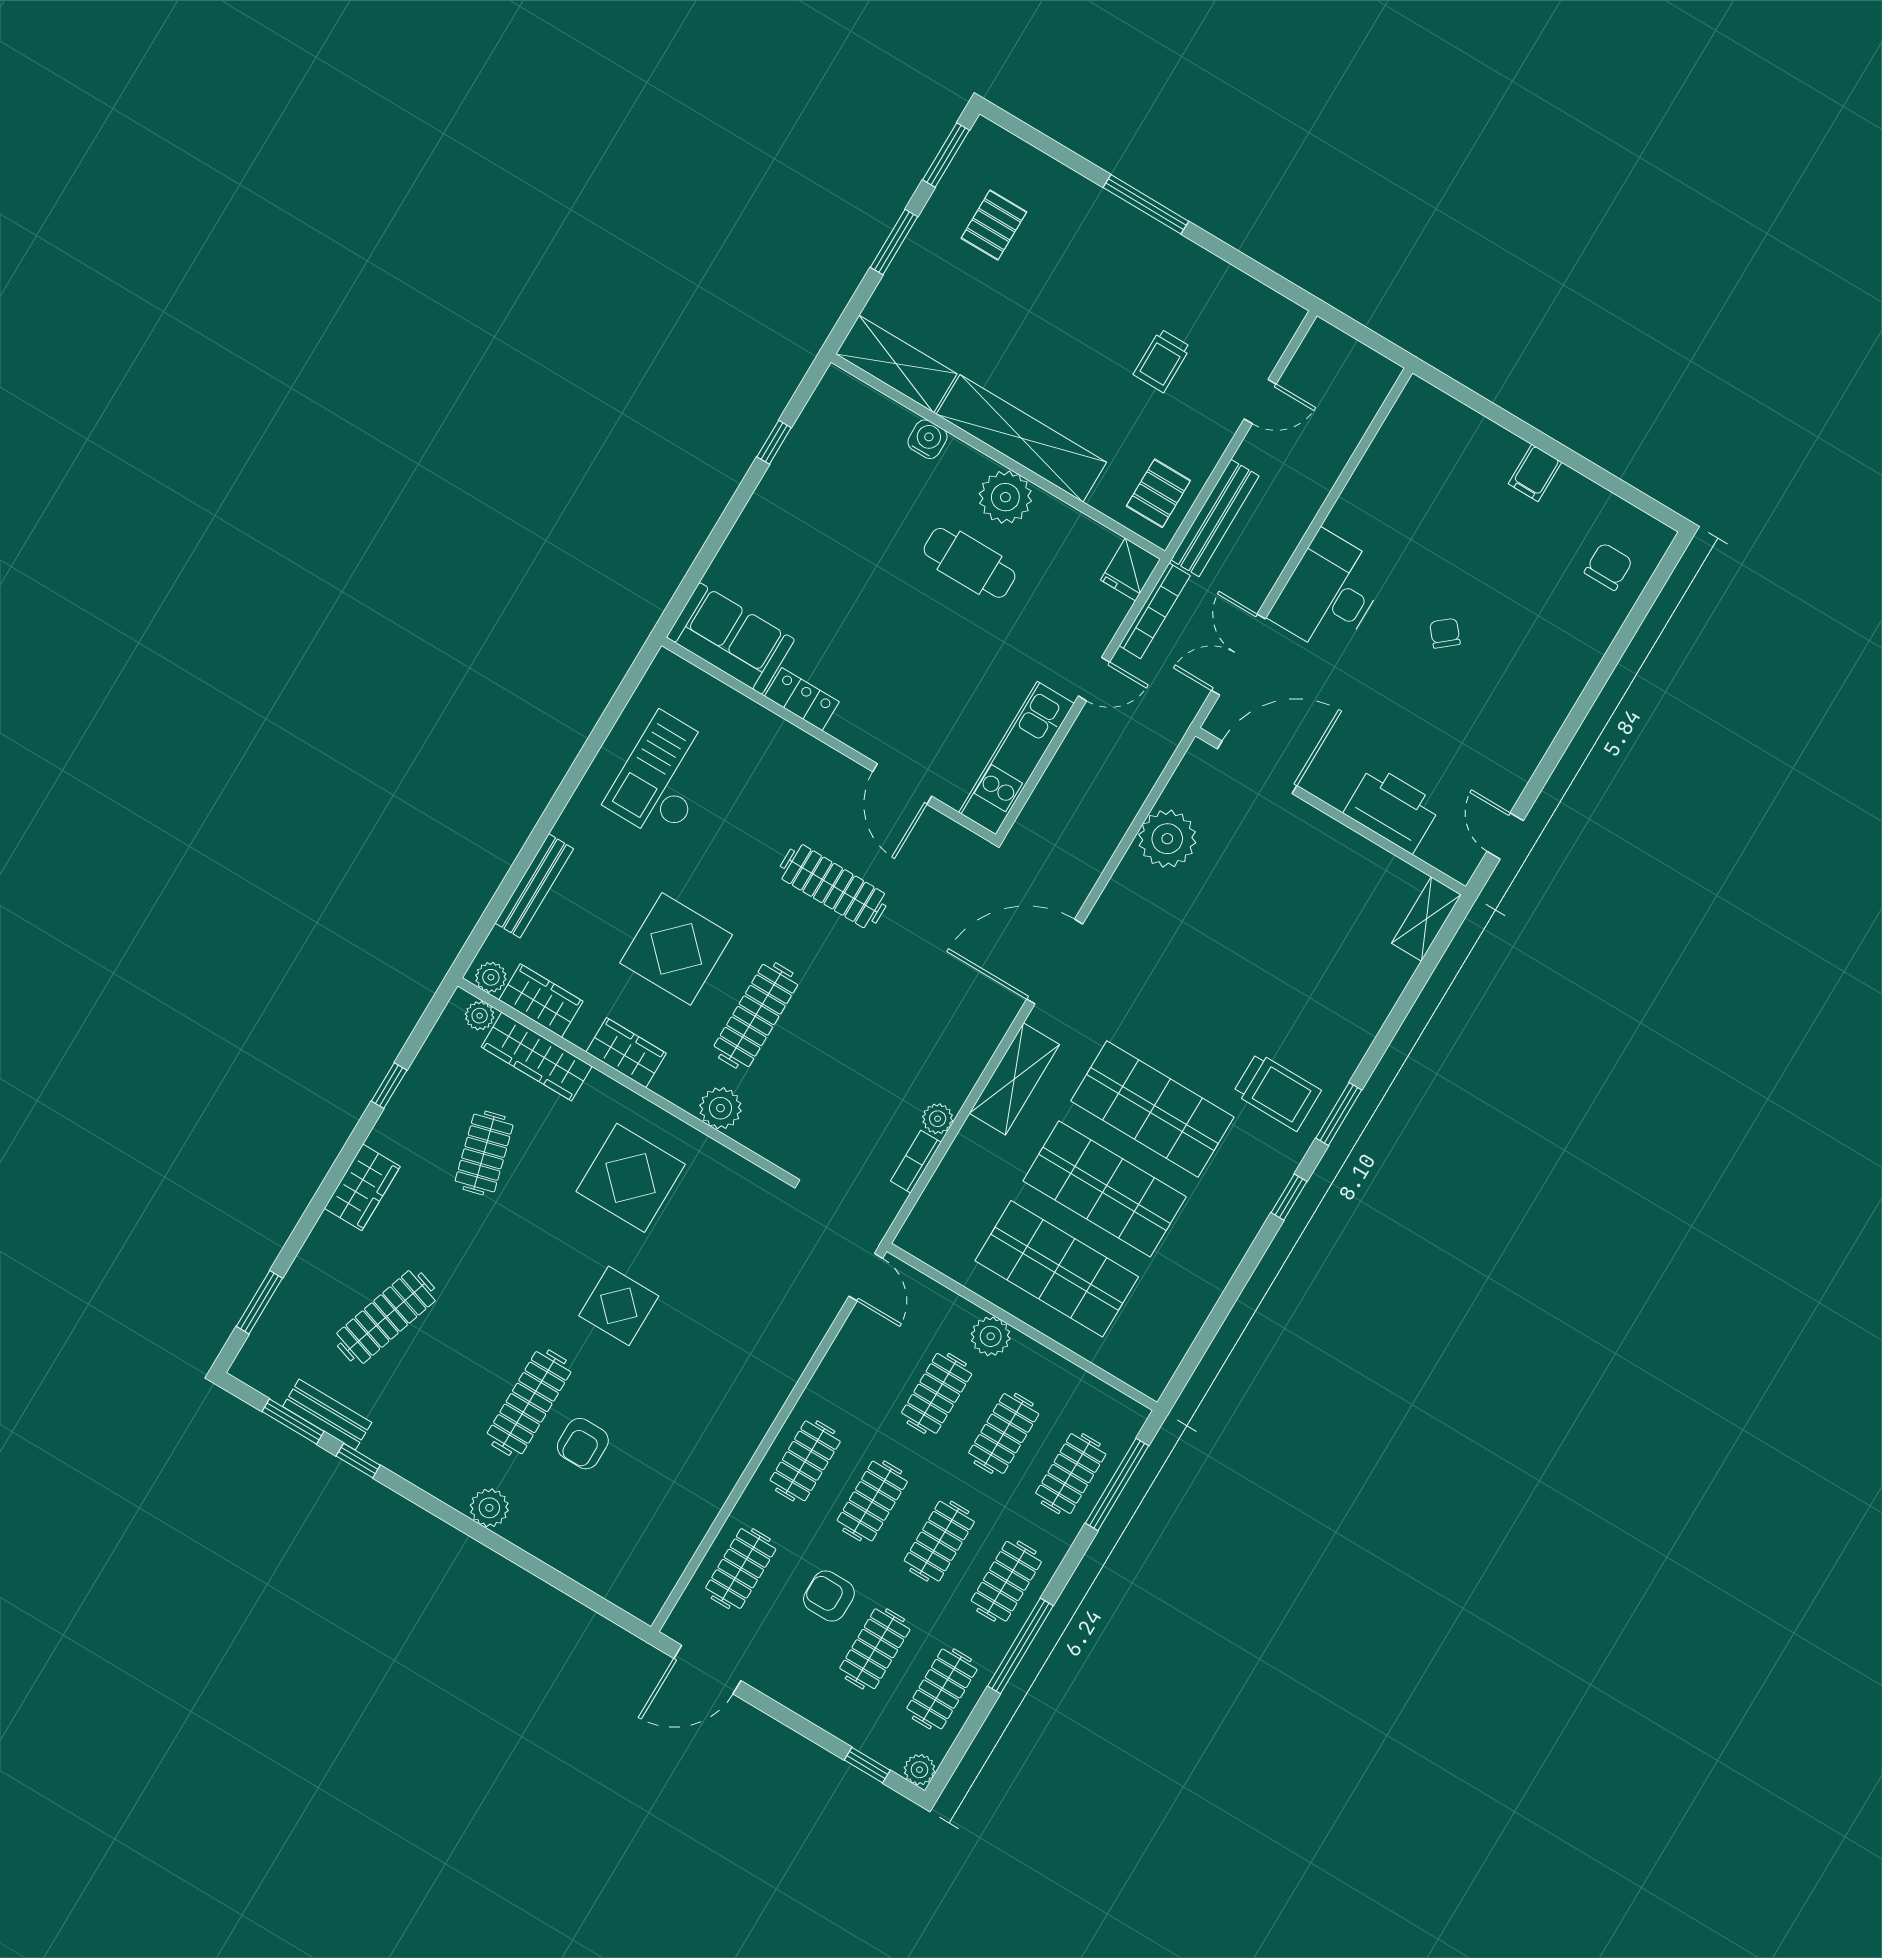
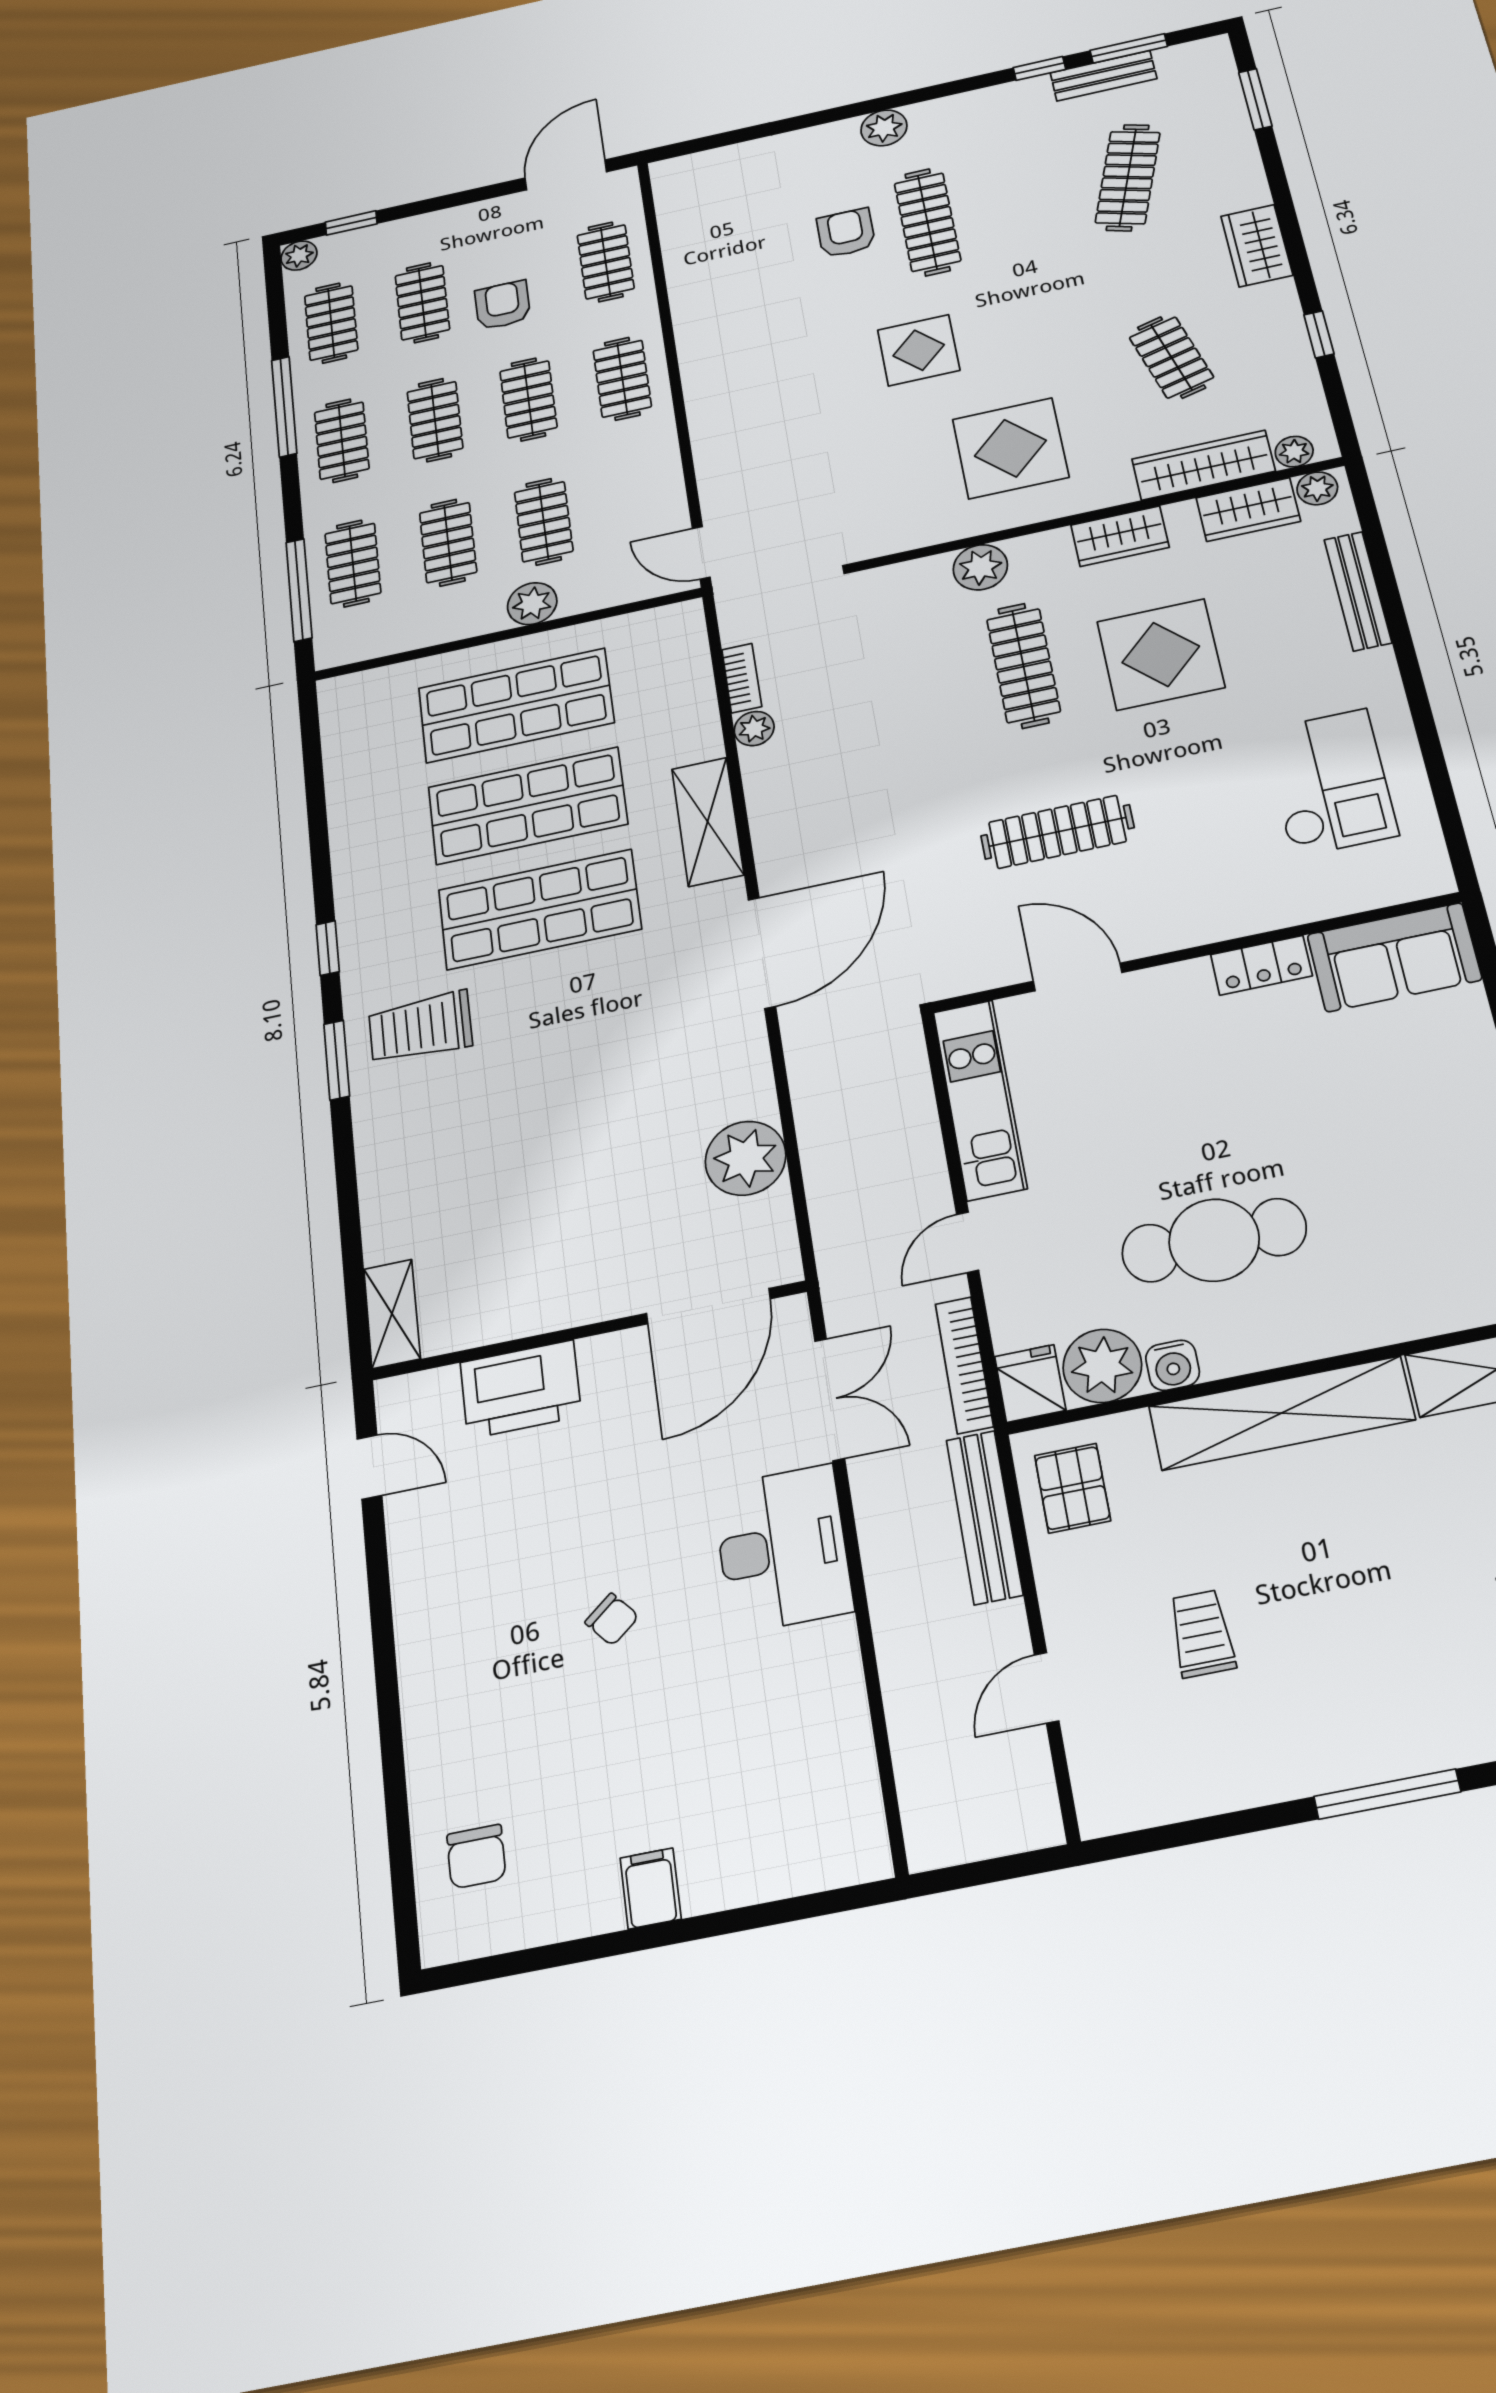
water cooler: (928, 439) -> (1173, 1365), moved
plant: (1005, 497) -> (1102, 1366), moved
cafe table: (970, 563) -> (1214, 1240), width x1.37, depth x1.35
armchair: (829, 1596) -> (503, 305), turned -90

